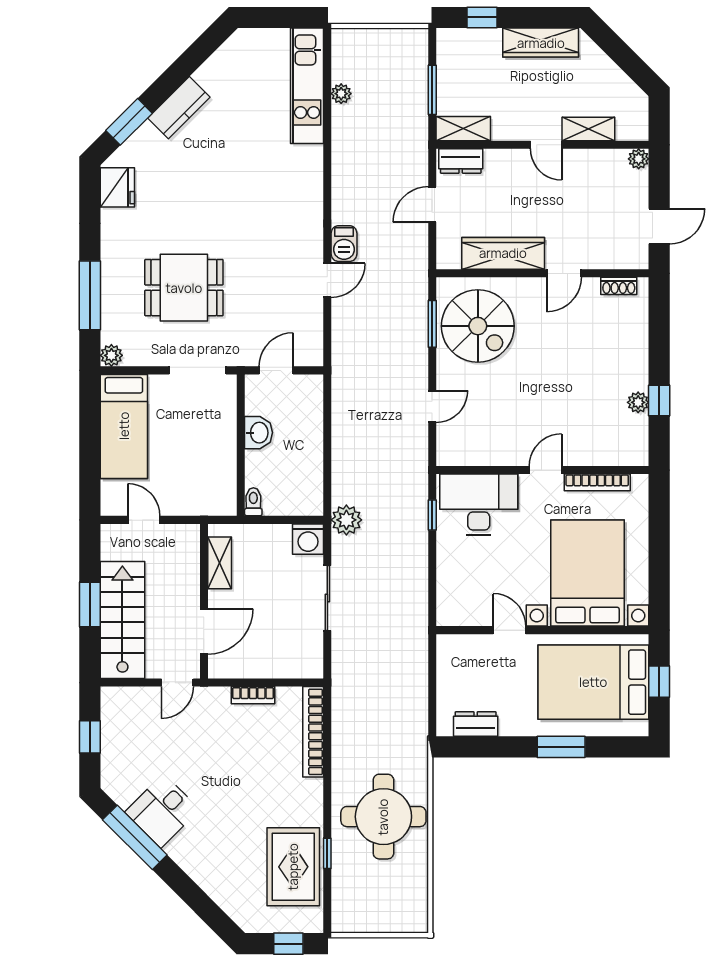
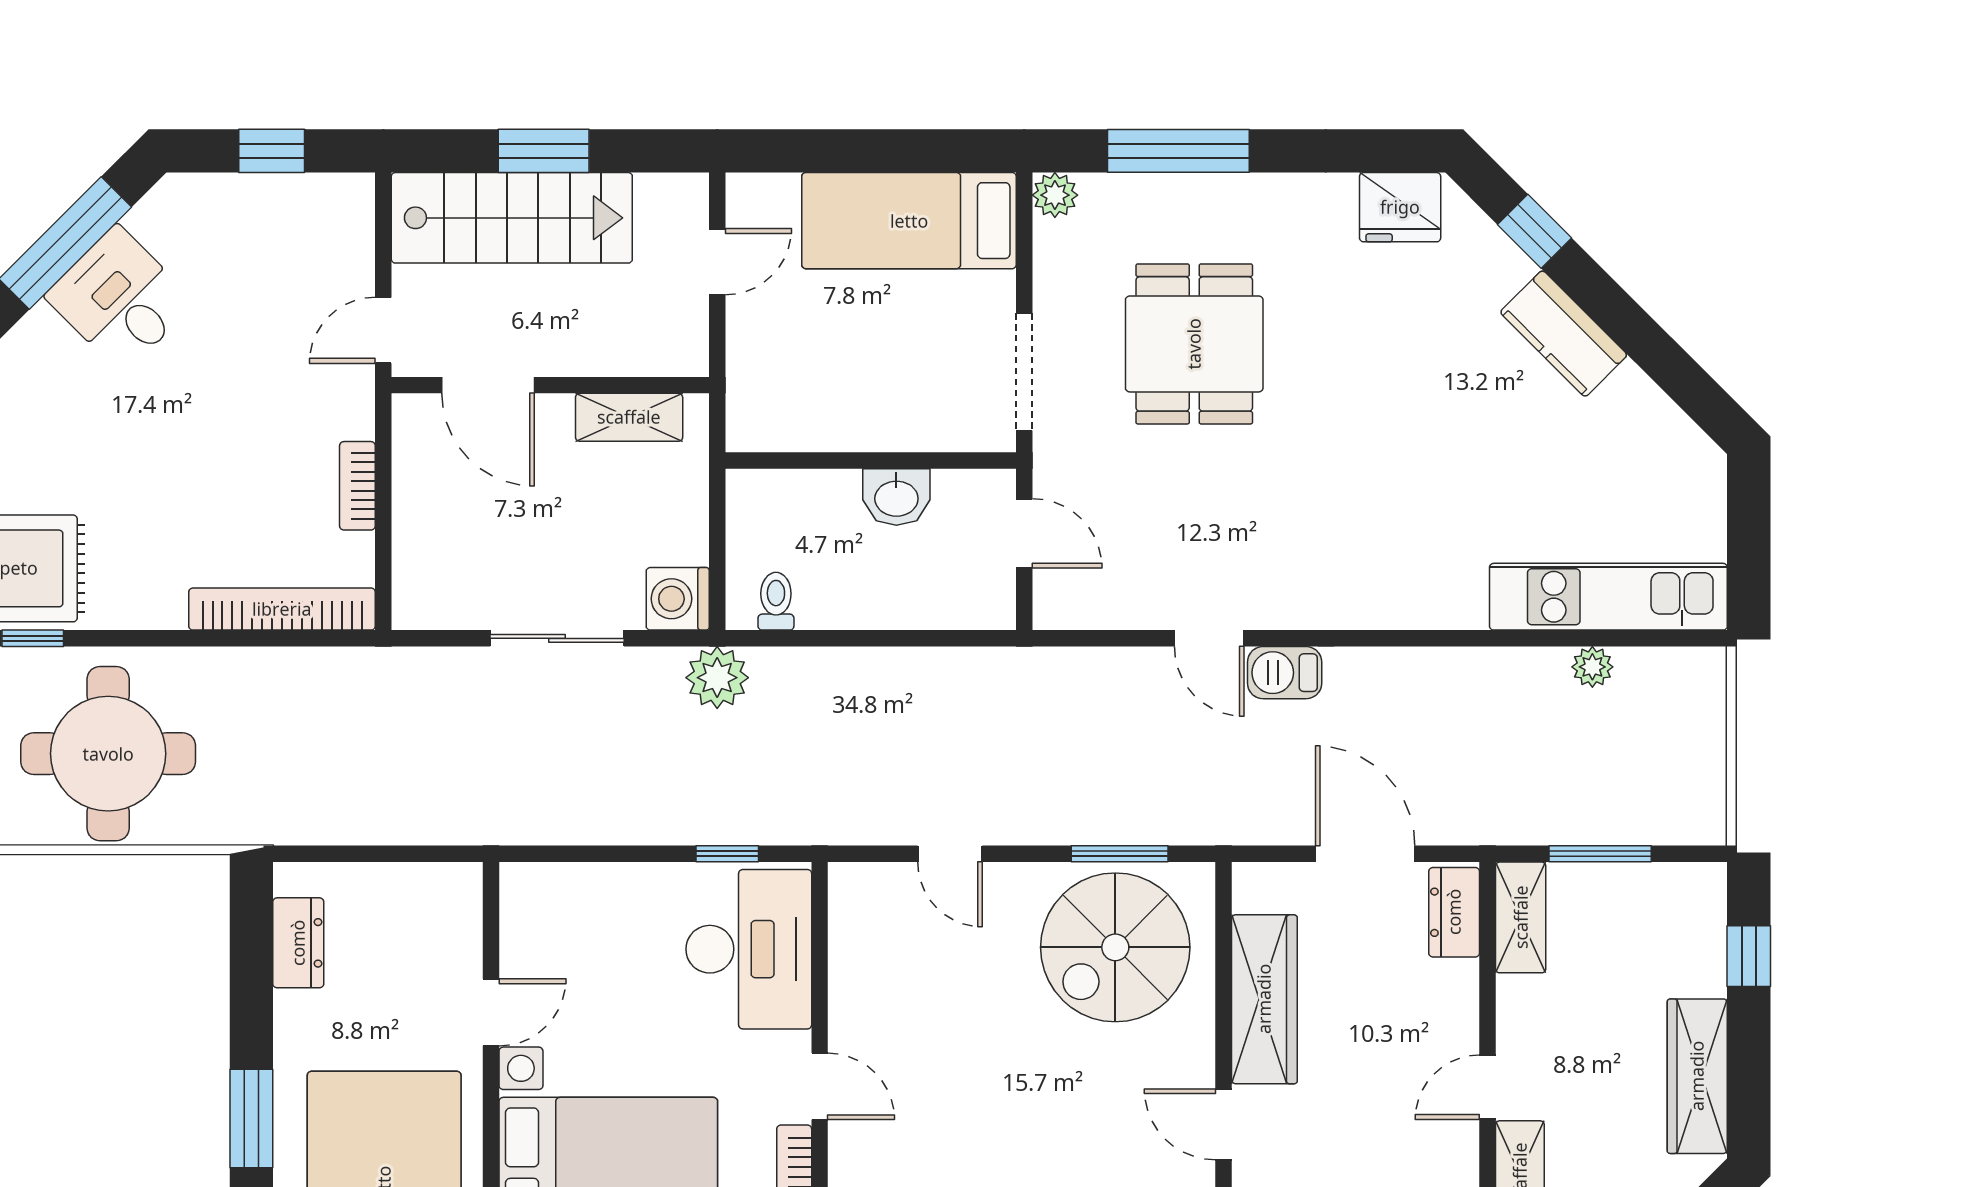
window: (129, 122) -> (1535, 231), width x0.67
door: (432, 204) -> (1365, 854), width x1.38
toilet: (253, 502) -> (776, 601), moved, turned -90
door: (177, 683) -> (383, 330), hinge flipped

